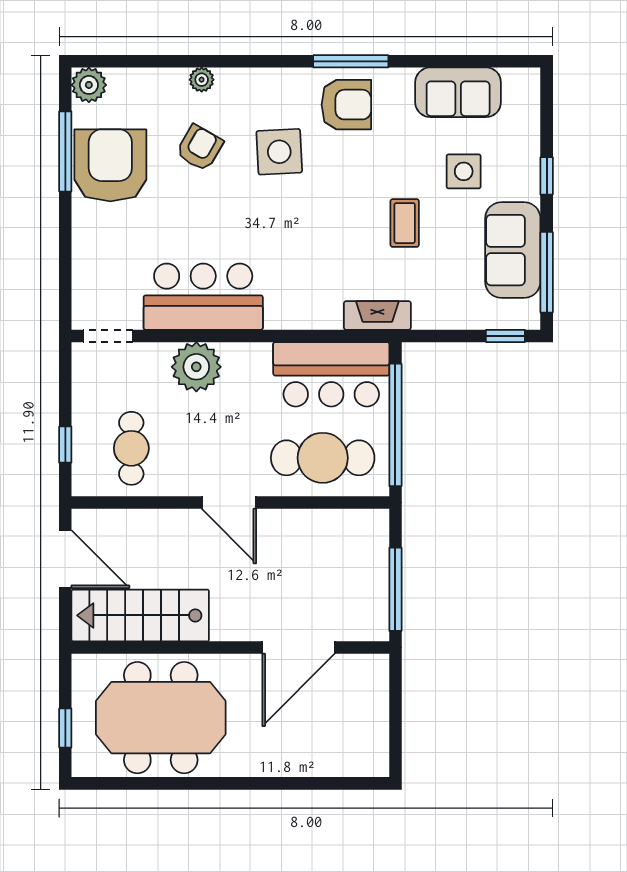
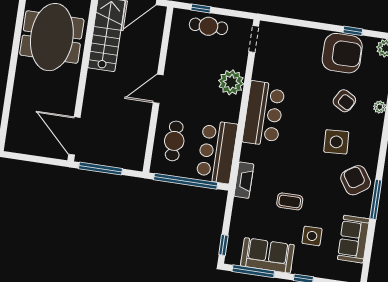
window: (351, 61) -> (376, 199), moved
armchair: (346, 105) -> (356, 180), turned 146
window: (65, 151) -> (353, 31), width x0.46
bar counter: (203, 297) -> (264, 114), moved
cafe table: (131, 448) -> (208, 26), moved
cafe table: (323, 458) -> (174, 141), width x0.73, depth x0.74
door: (298, 648) -> (74, 136), moved

